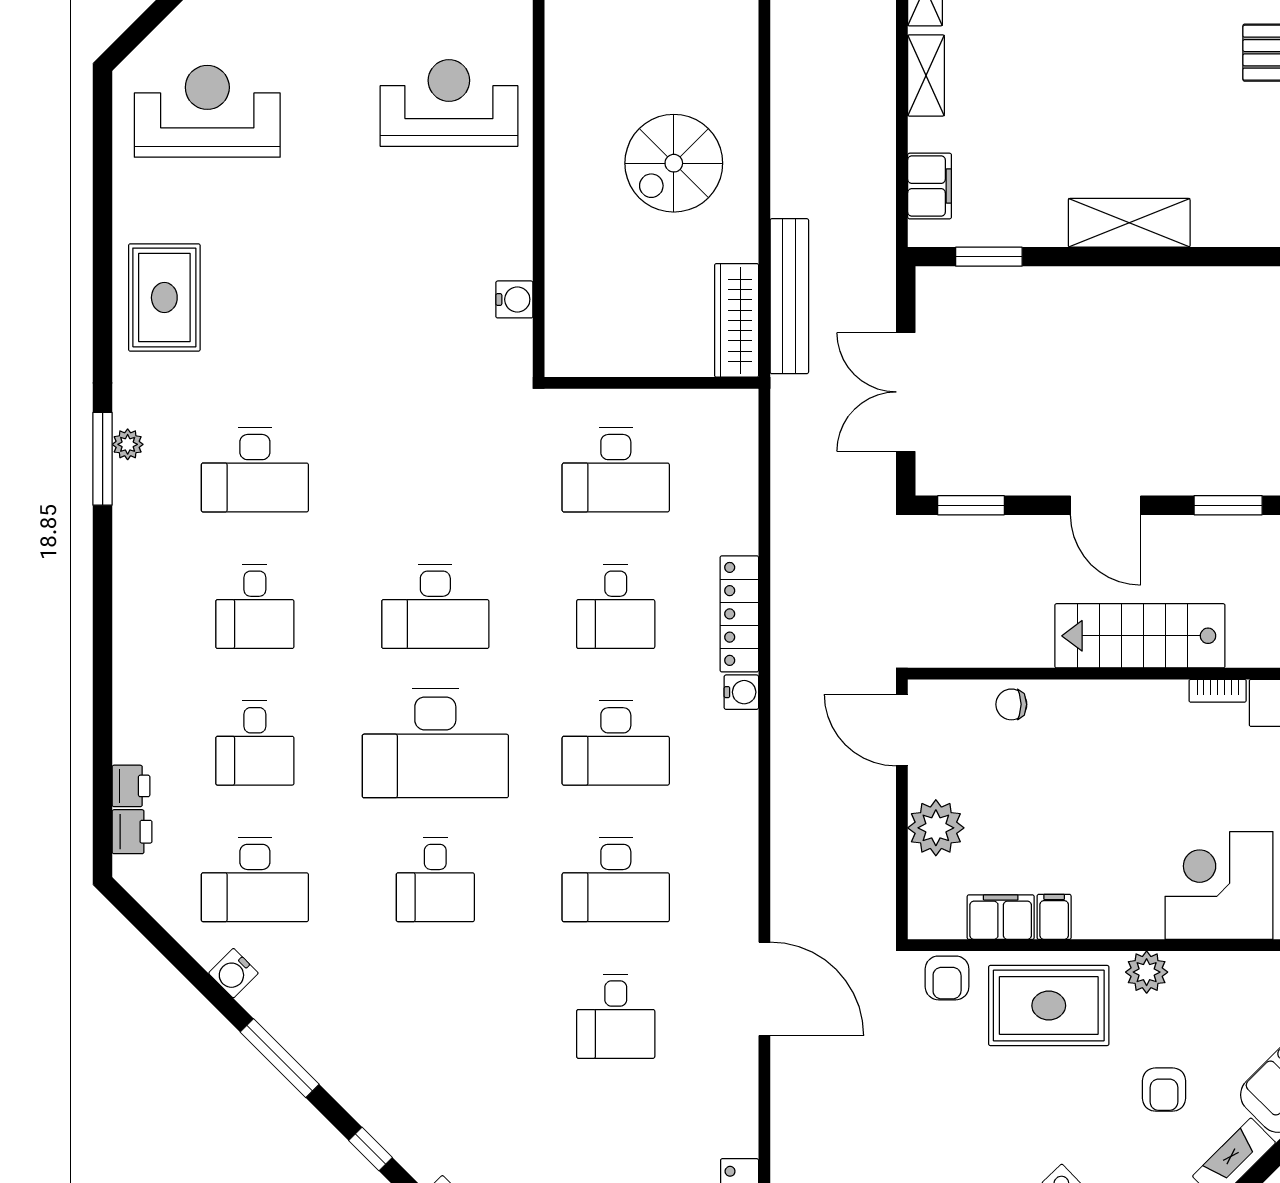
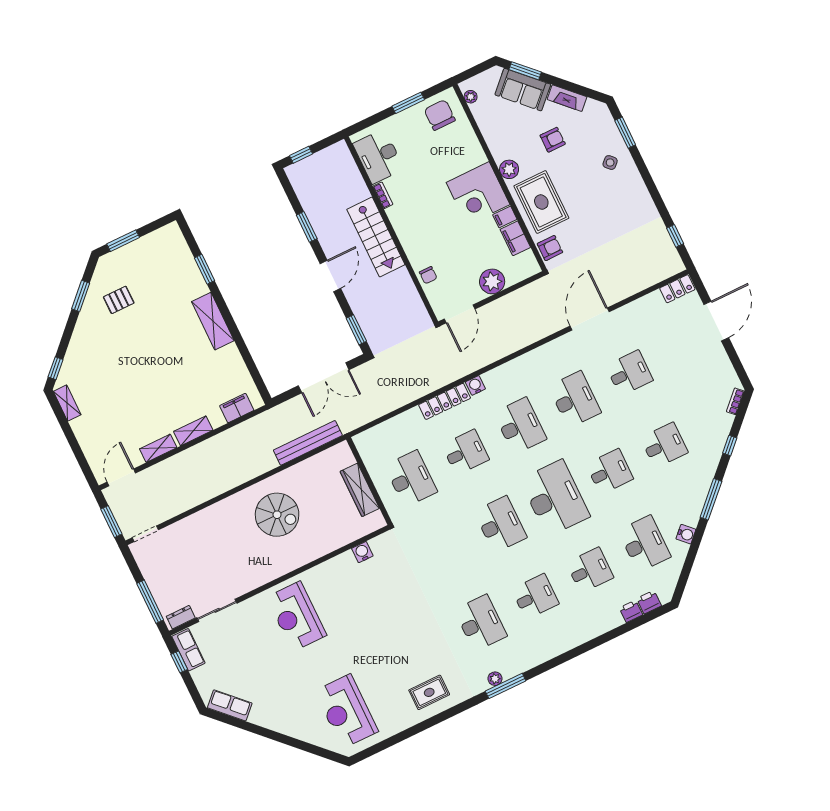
window: (989, 257) -> (205, 269), moved
rug: (164, 298) -> (429, 692), width x0.73, depth x0.70
wardrobe: (737, 320) -> (360, 490), moved, turned 90
corner desk: (1219, 886) -> (478, 193), moved
desk: (435, 1016) -> (664, 445), added

